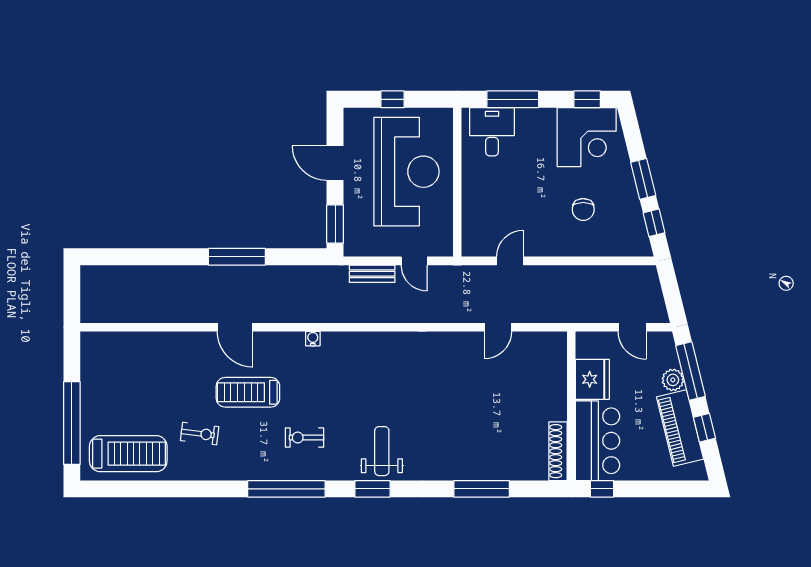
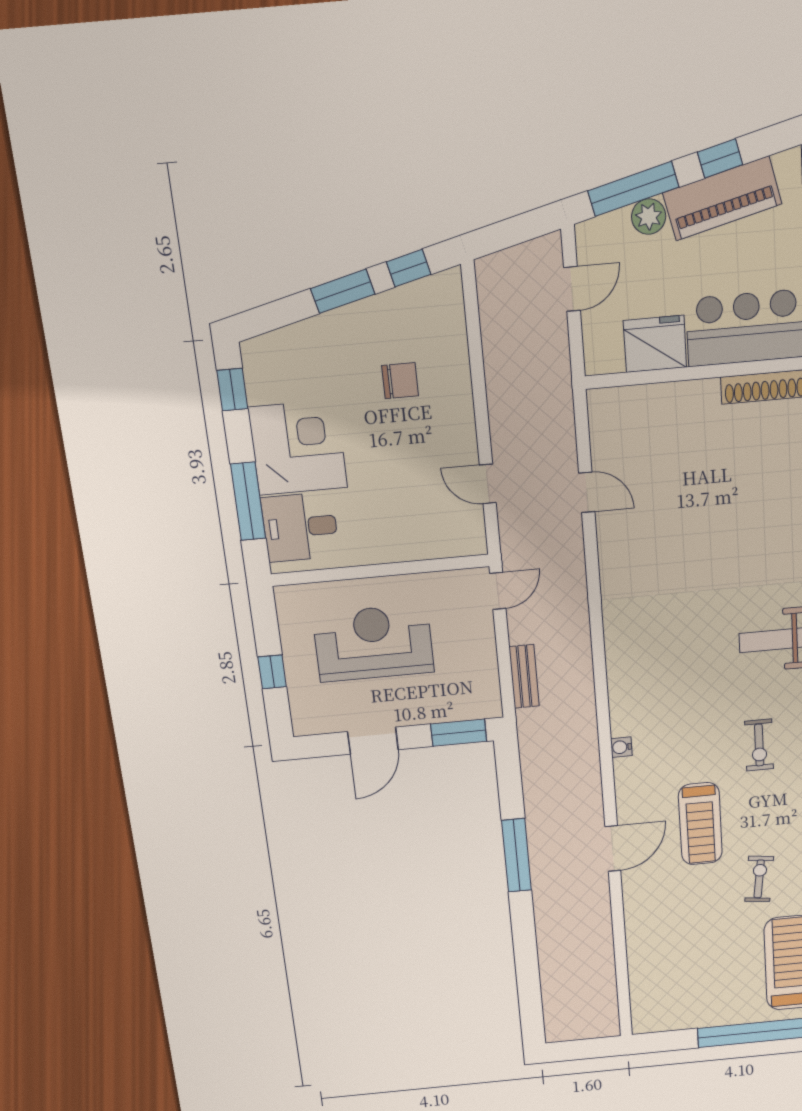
corner desk: (587, 137) -> (298, 448), moved
reception desk: (406, 172) -> (374, 643), width x0.74, depth x0.77
door: (414, 261) -> (498, 591), moved

